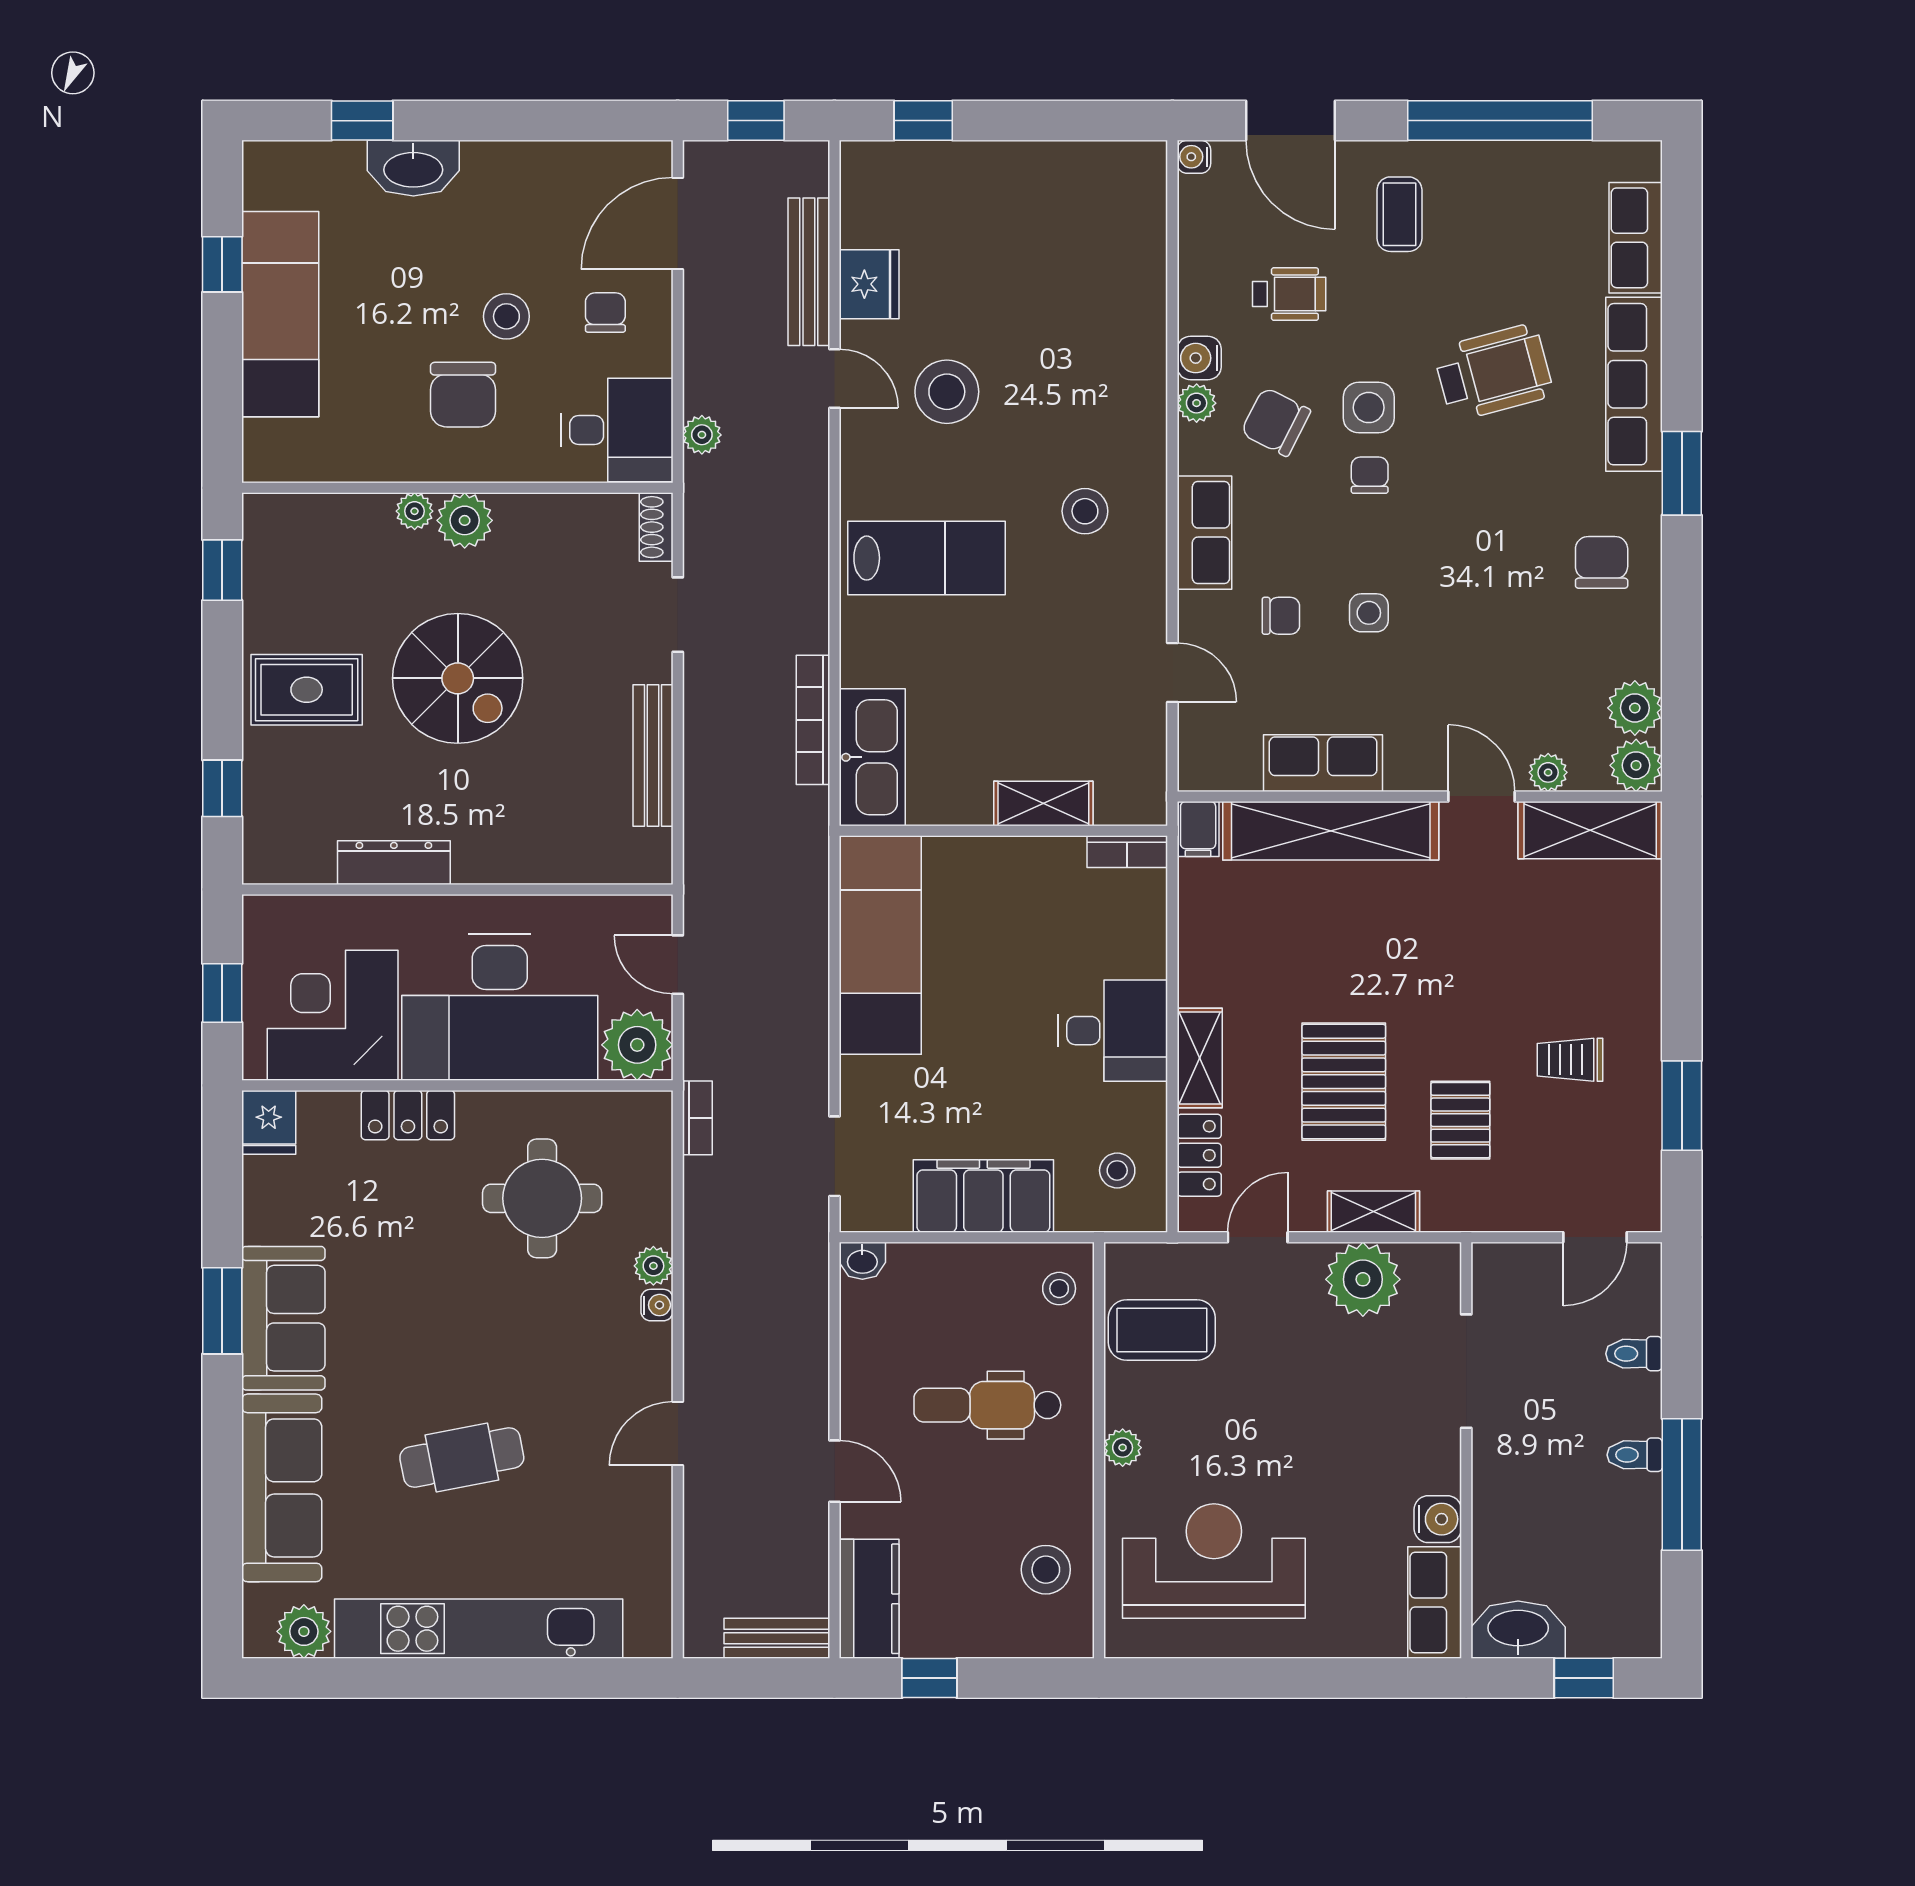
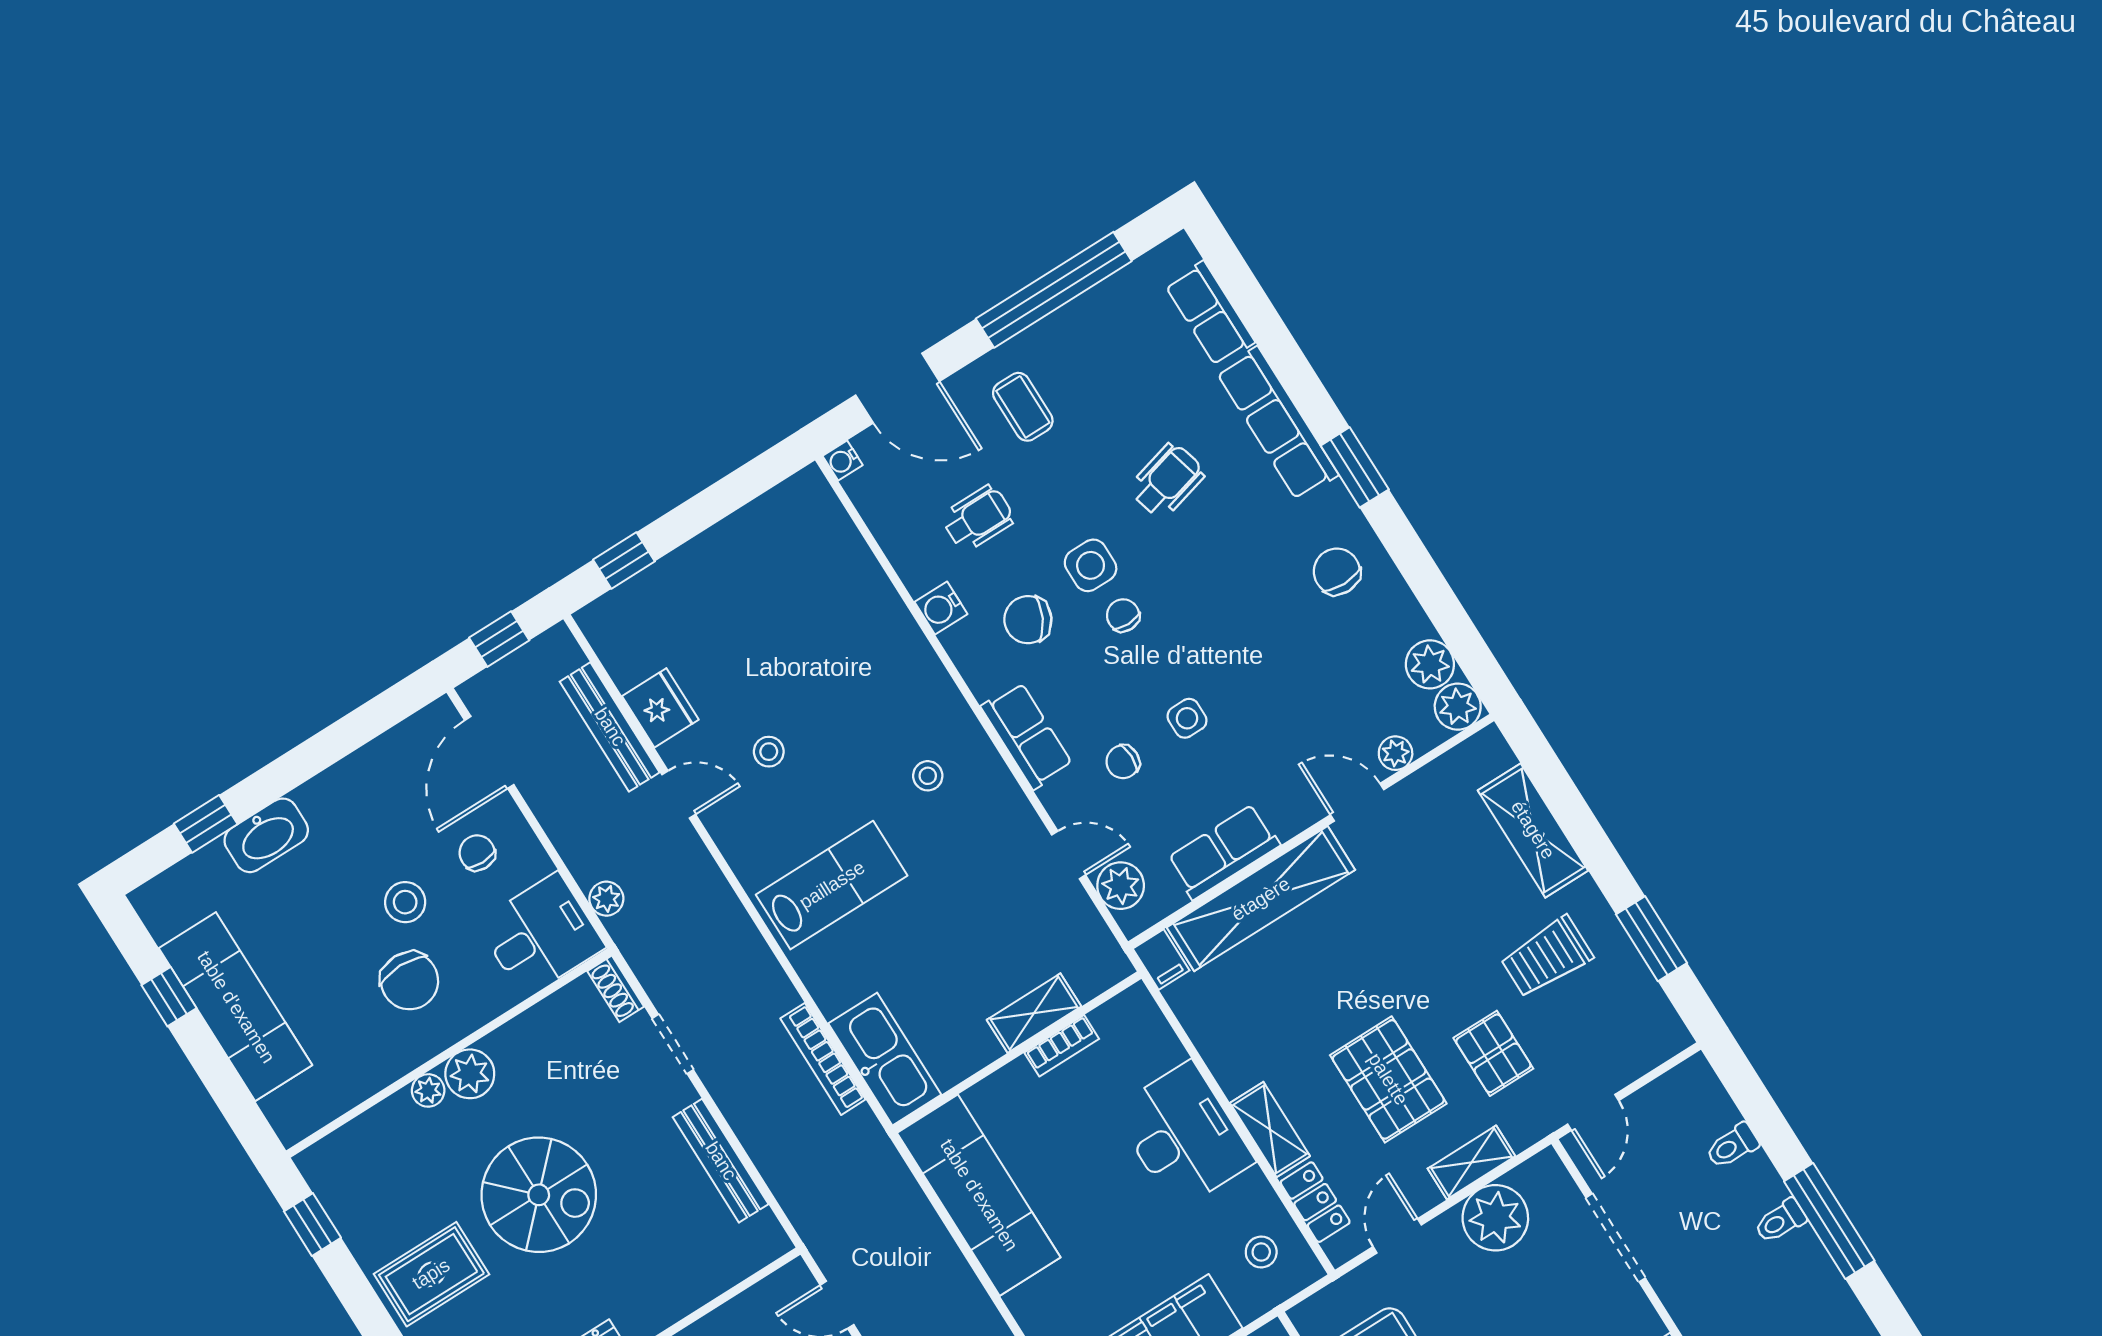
wheelchair: (1494, 372) -> (1167, 481), width x0.73, depth x0.73
stool: (947, 392) -> (769, 752), width x0.53, depth x0.53
plant: (1197, 403) -> (1121, 886), moved, width x1.38, depth x1.38
stool: (1085, 511) -> (928, 776), width x0.73, depth x0.73
chair: (1281, 616) -> (1123, 762), turned 180
shelving: (1590, 830) -> (1533, 830), moved, turned 90
bookcase: (1127, 852) -> (1062, 1046), moved
desk: (1113, 1031) -> (1183, 1136), width x1.37
trolley: (1570, 1060) -> (1547, 957), width x1.36, depth x1.39
door: (1595, 1237) -> (1593, 1112), moved

